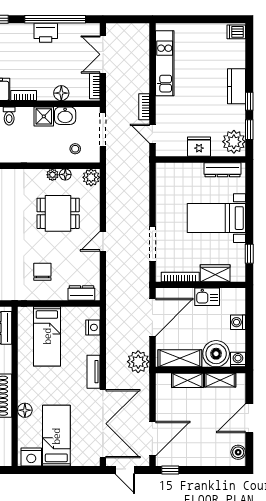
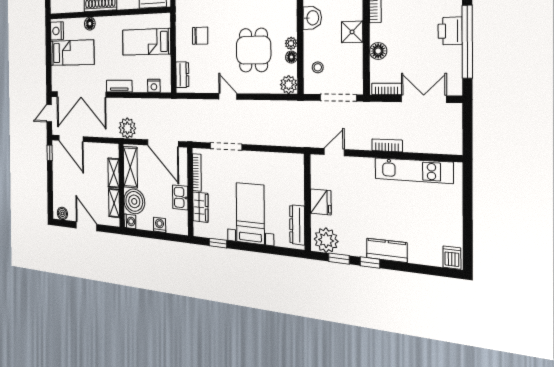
bookcase: (144, 107) -> (387, 145), moved
washbasin: (65, 116) -> (312, 18), moved, turned 180

